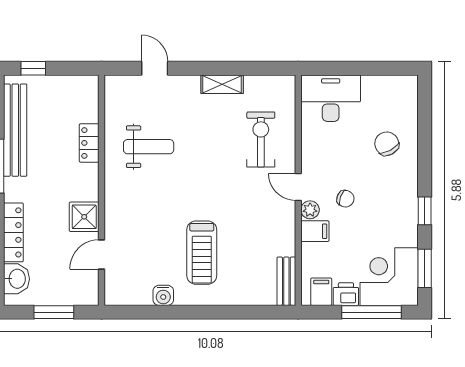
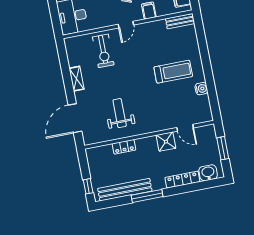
door: (155, 68) -> (75, 118), width x1.87
exercise bike: (261, 139) -> (103, 51), turned -90
plant: (310, 210) -> (137, 16), removed

